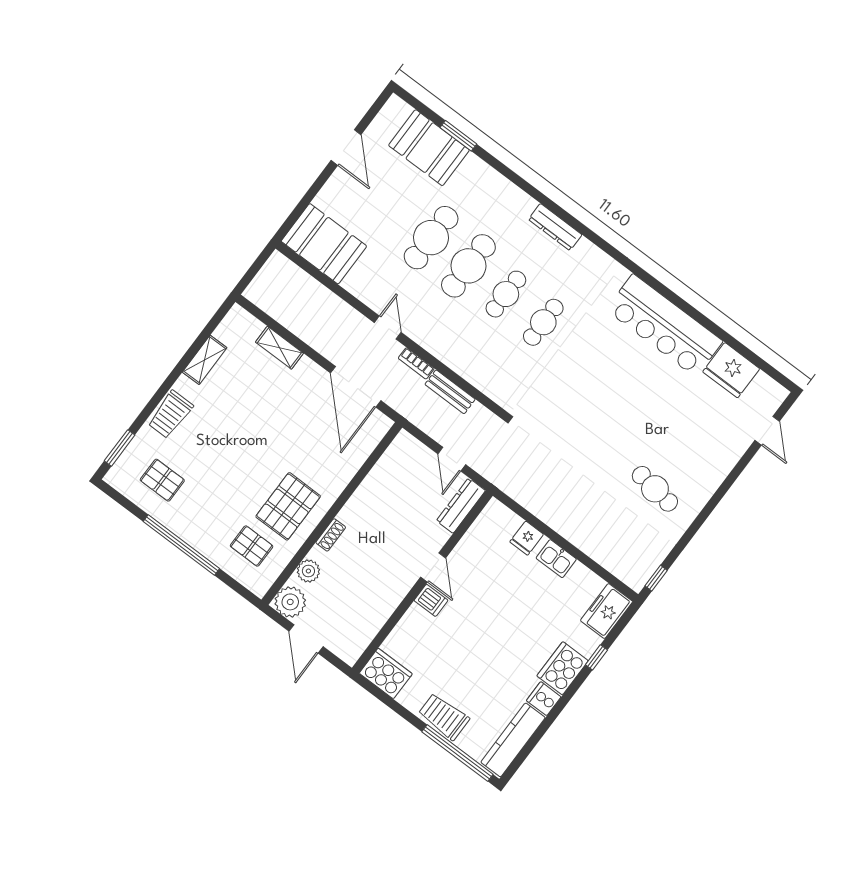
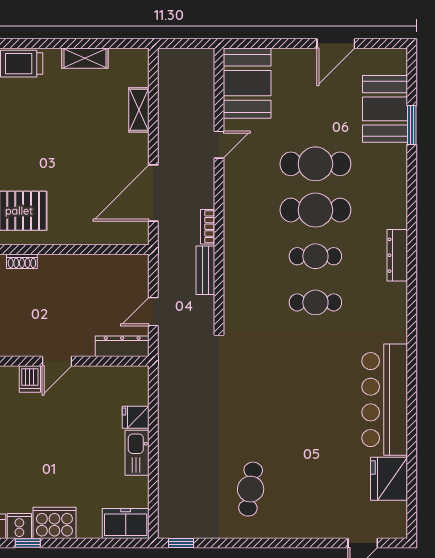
door: (388, 327) -> (219, 145), moved
kitchen sink: (556, 559) -> (137, 453), width x1.38
window: (596, 657) -> (28, 543), moved

